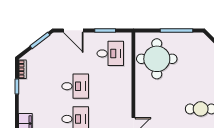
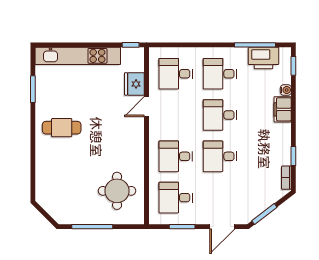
door: (73, 30) -> (222, 227), swing flipped
round table: (157, 59) -> (117, 191), width x0.73, depth x0.73
desk: (110, 86) -> (176, 156), added

